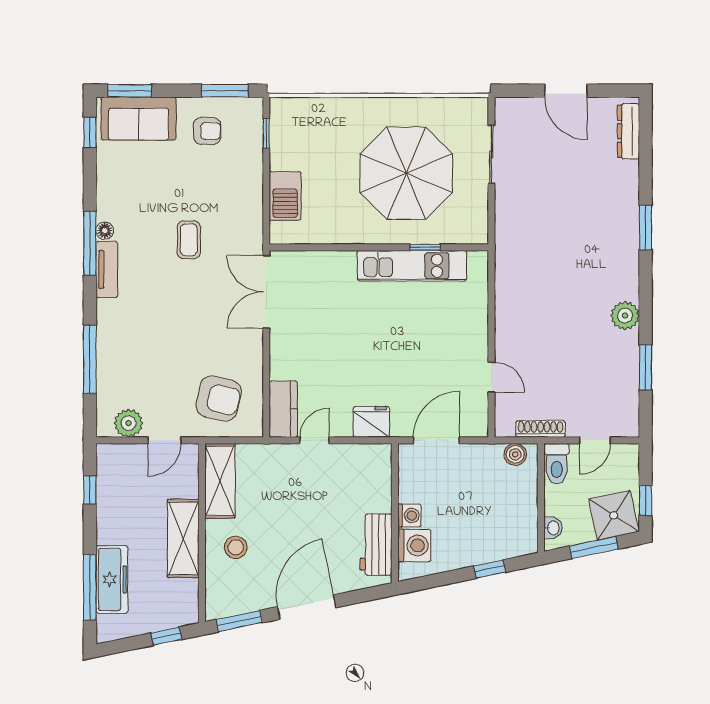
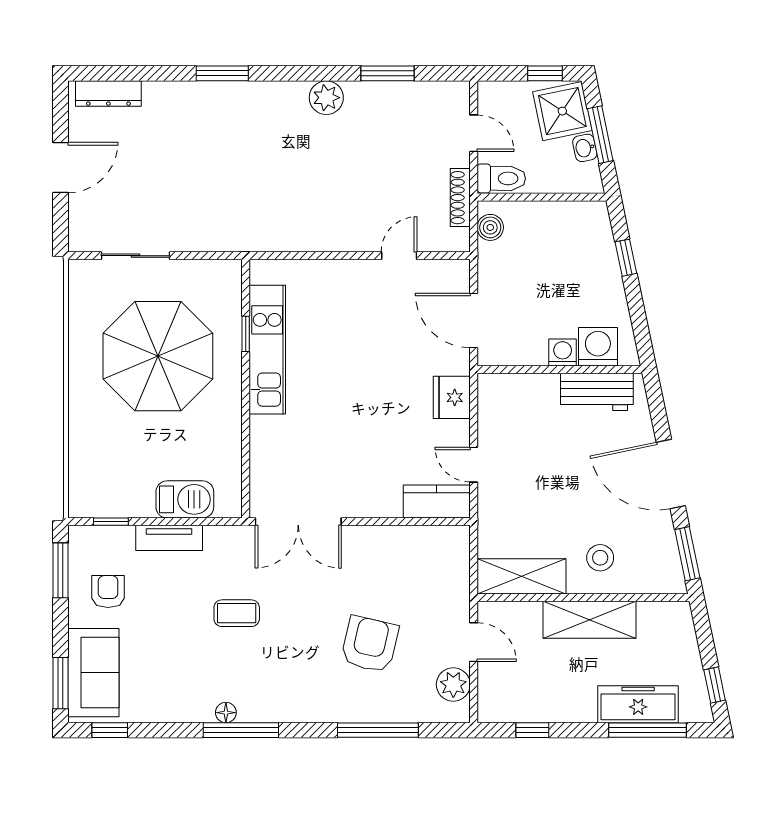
tv unit: (107, 269) -> (169, 538), moved, turned 180
armchair: (219, 399) -> (370, 644), moved
washbasin: (553, 528) -> (585, 148), moved, turned -102
window: (166, 636) -> (715, 685), moved

